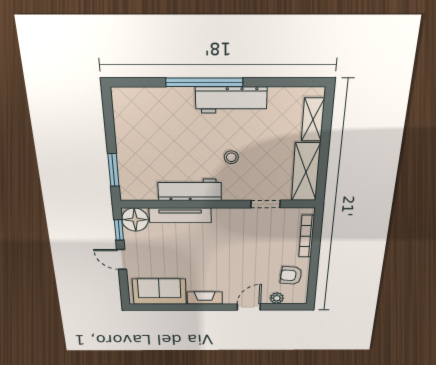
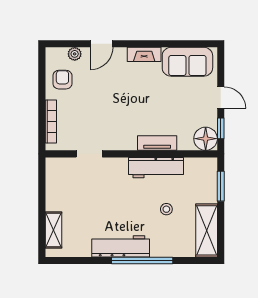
stool: (231, 157) -> (166, 209), moved
shelving: (306, 172) -> (207, 230), moved
tv unit: (180, 215) -> (157, 143), width x0.71
armchair: (291, 275) -> (62, 80), turned -95

